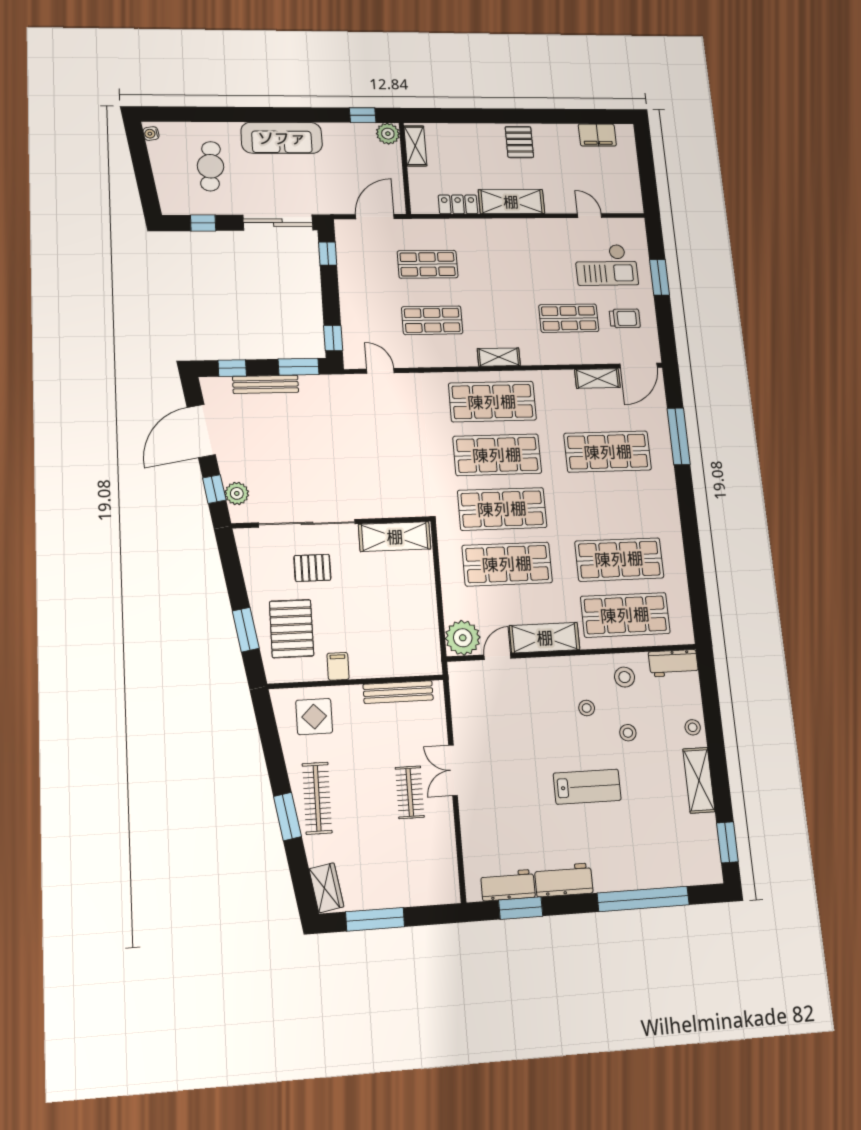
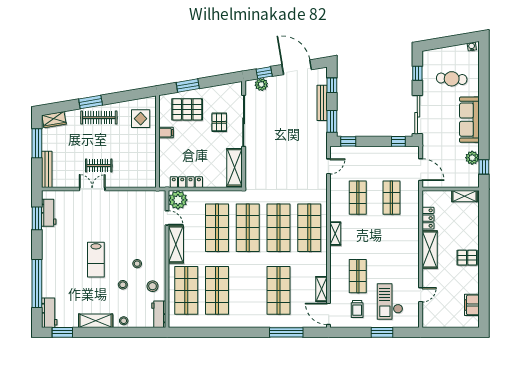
plant: (388, 134) -> (472, 158), moved
locker: (428, 624) -> (186, 182), added
bench: (398, 692) -> (47, 169), moved
double door: (453, 770) -> (92, 189), moved
workbench: (564, 880) -> (49, 313), moved

